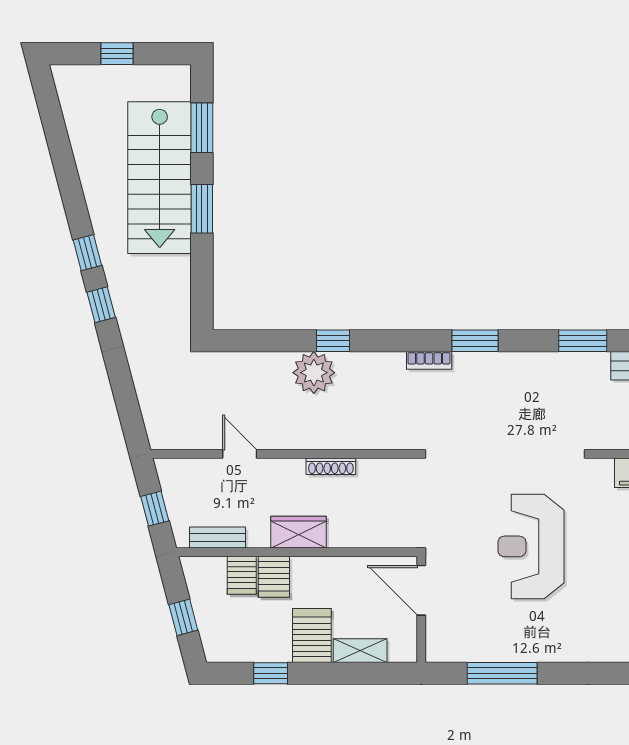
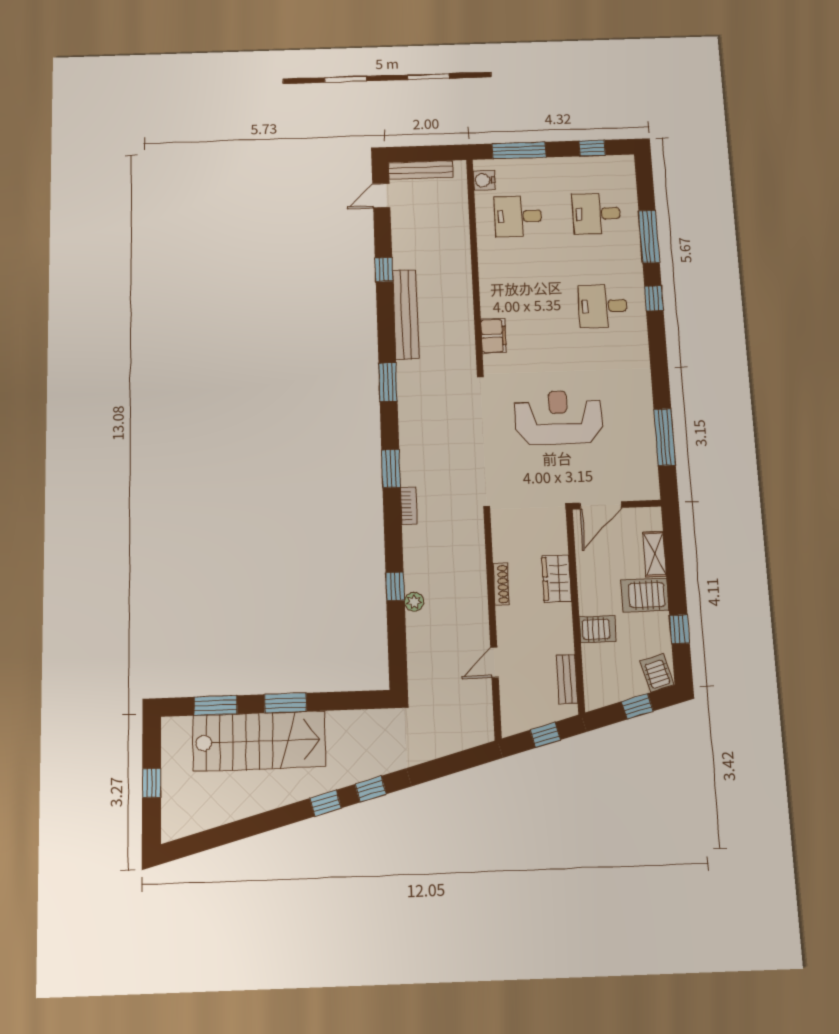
plant: (314, 373) -> (414, 602), width x0.53, depth x0.53
wardrobe: (299, 532) -> (556, 578), moved
reception desk: (531, 546) -> (559, 417), turned 180
server rack: (242, 575) -> (657, 673), moved, turned -105

